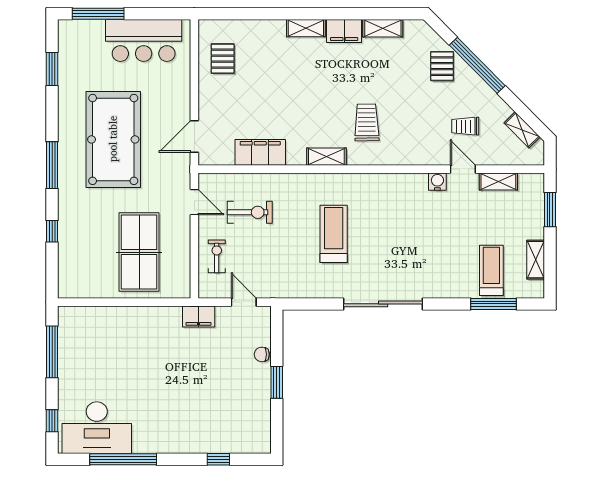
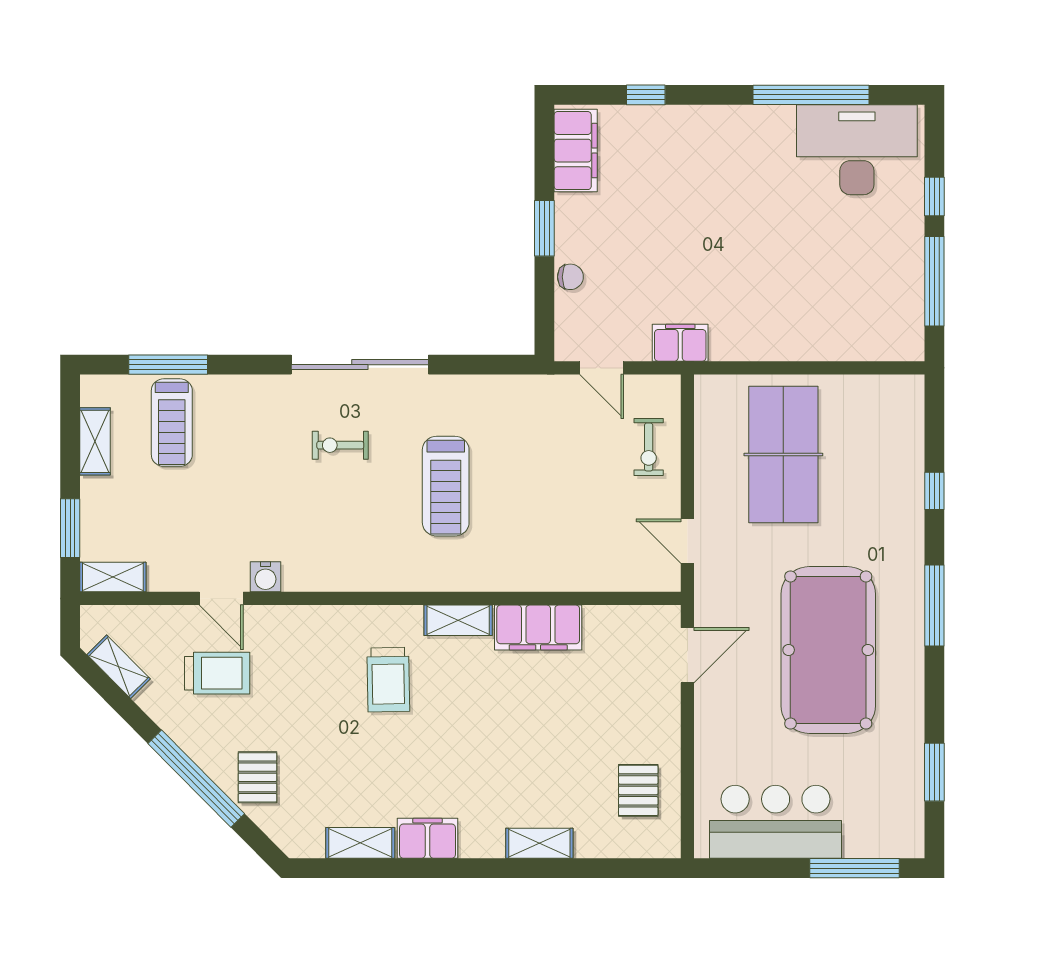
shelving: (306, 28) -> (539, 843), moved
trolley: (465, 126) -> (217, 673), width x1.36, depth x1.39
filing cabinet: (260, 152) -> (538, 628), moved
shelving: (498, 181) -> (113, 577), moved
exercise bike: (250, 212) -> (340, 445), moved, width x0.73, depth x0.72
window: (52, 421) -> (934, 197), moved
filing cabinet: (259, 427) -> (576, 151), added

